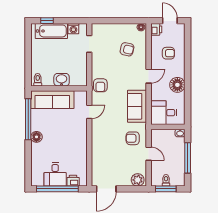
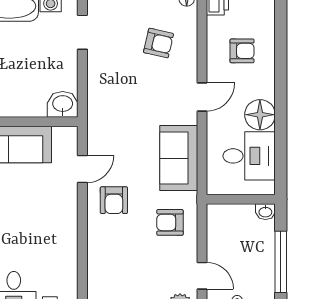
washbasin: (62, 80) -> (63, 104), moved
armchair: (100, 85) -> (114, 200), moved
desk: (164, 113) -> (249, 156), moved, turned 180
door: (149, 154) -> (202, 276), moved

